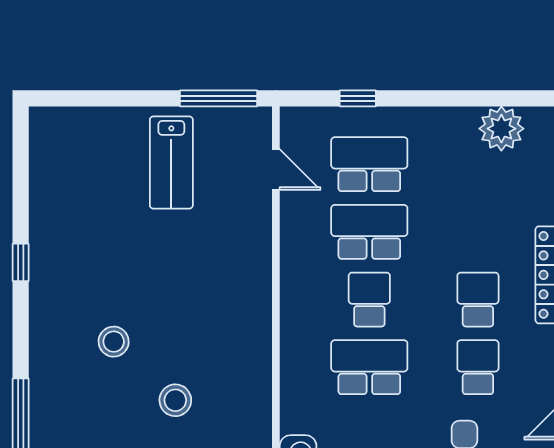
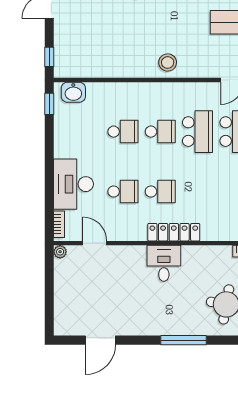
school desk: (369, 367) -> (123, 132), width x0.54
stool: (175, 400) -> (168, 62), moved

